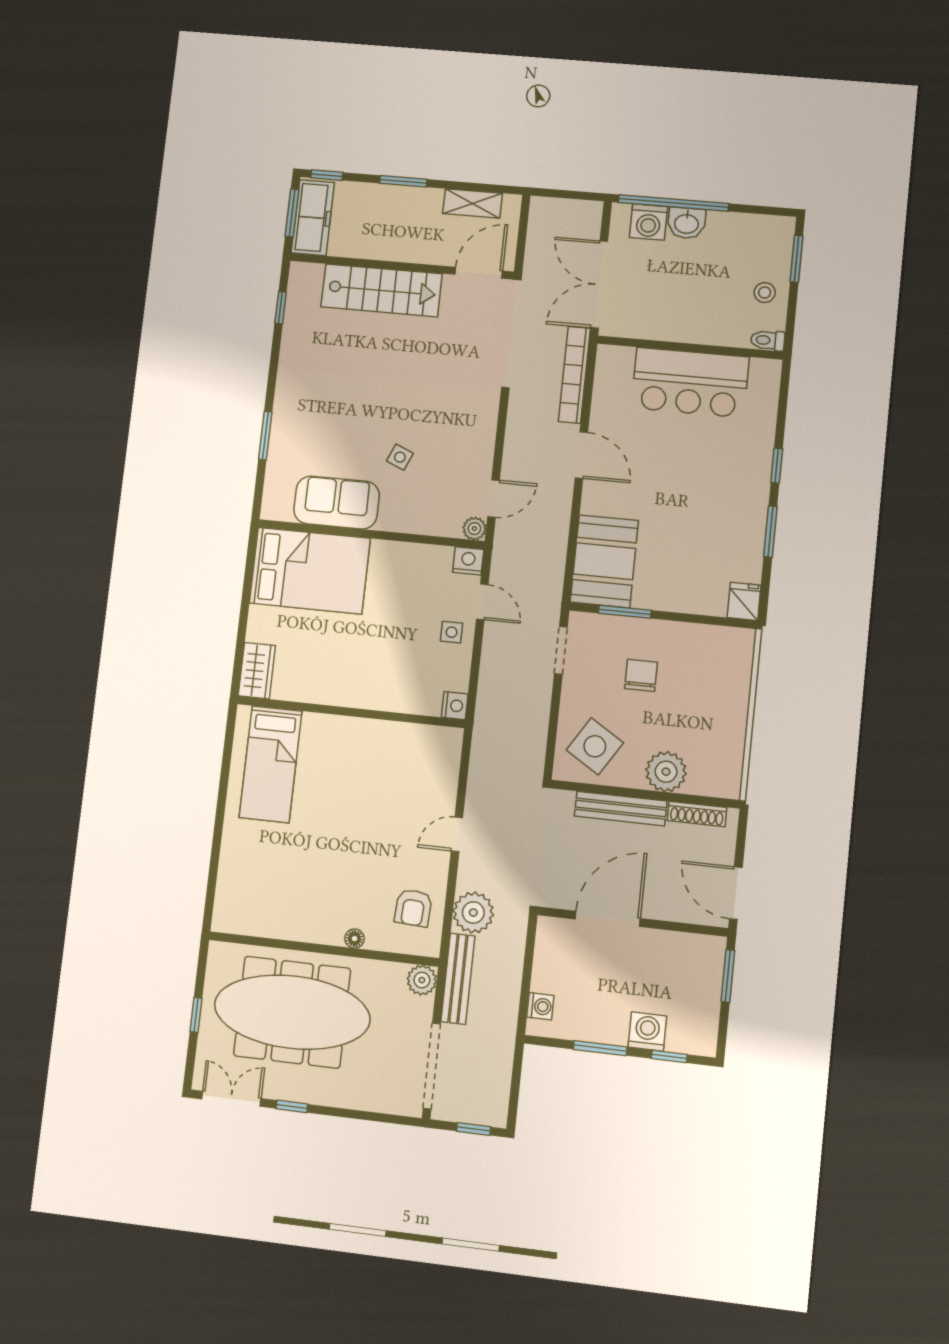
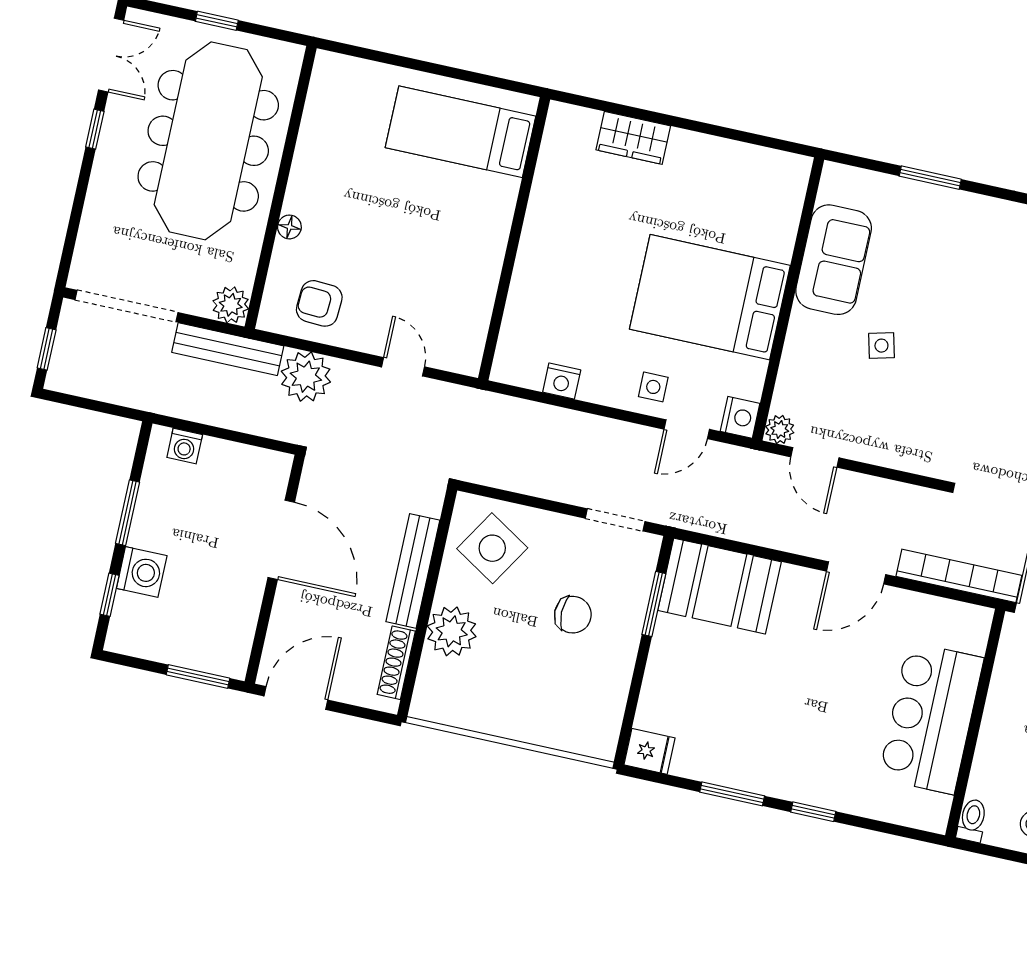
side table: (400, 457) -> (881, 346), turned -37
bed: (310, 571) -> (710, 297), moved, turned 90
wall: (351, 712) -> (514, 239), moved
bed: (271, 764) -> (461, 132), moved

